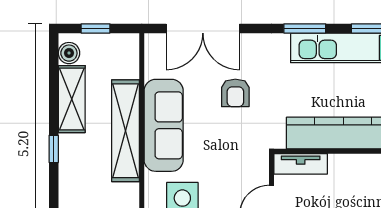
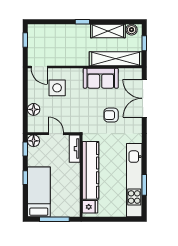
window: (305, 28) -> (144, 151), removed
sofa: (164, 125) -> (101, 78), width x0.73
shelving: (126, 131) -> (116, 59), moved

